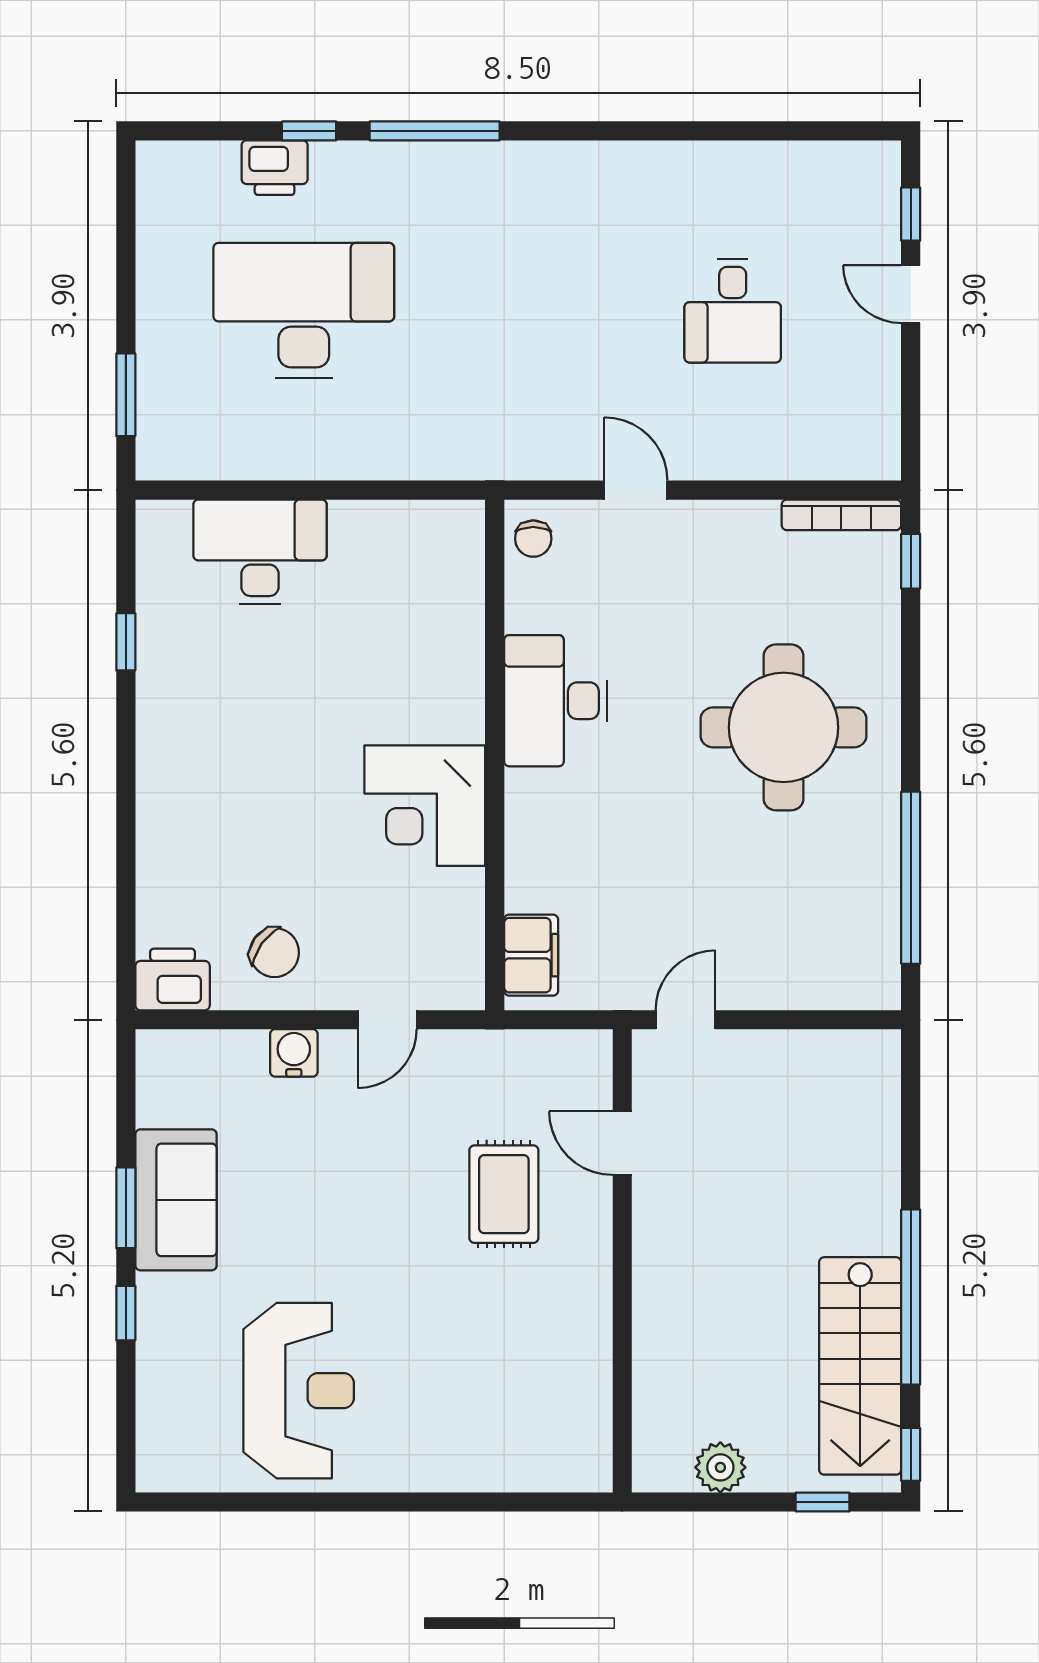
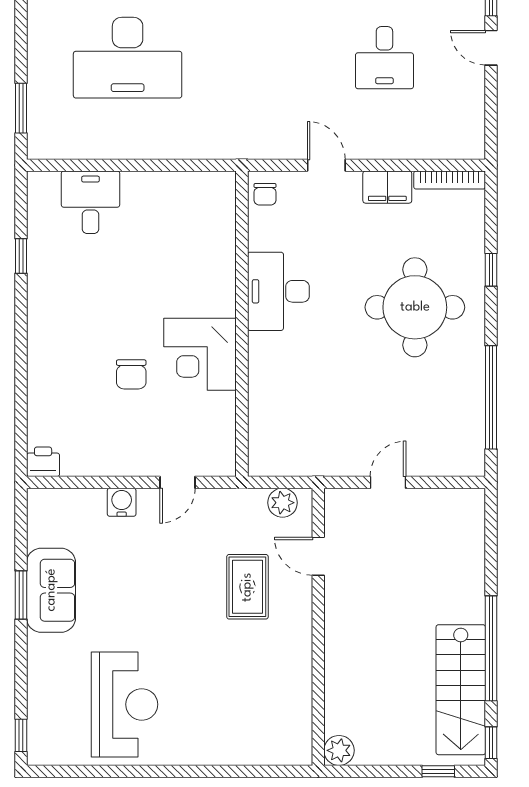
desk: (304, 311) -> (128, 58), turned 180
desk: (260, 552) -> (90, 202), width x0.73
window: (911, 561) -> (491, 270), moved
chair: (274, 953) -> (131, 374), moved, turned 54
filing cabinet: (531, 955) -> (387, 187), moved, turned 90
printer: (173, 979) -> (43, 462), width x0.73, depth x0.81
door: (685, 1020) -> (388, 482), moved
plant: (563, 1054) -> (283, 503), added
window: (126, 1313) -> (21, 735), moved
plant: (720, 1467) -> (339, 750), moved

